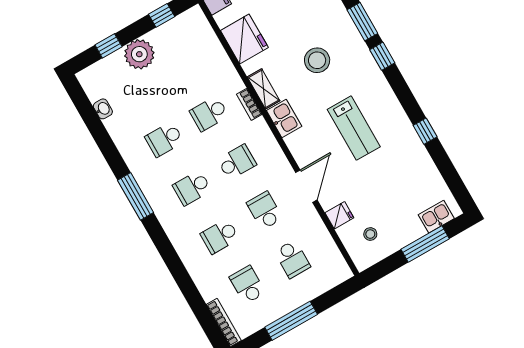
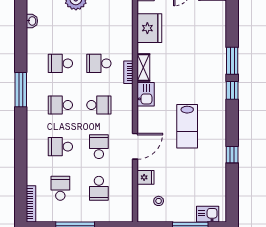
stool: (317, 60) -> (188, 69), removed

